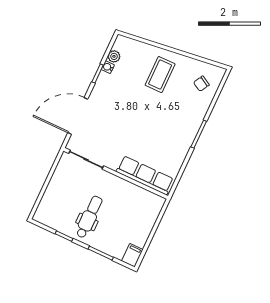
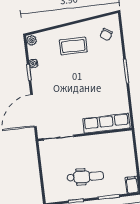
plant: (114, 56) -> (32, 40), moved
coffee table: (160, 75) -> (73, 46), turned 90
dental chair: (89, 217) -> (85, 177), turned 93

